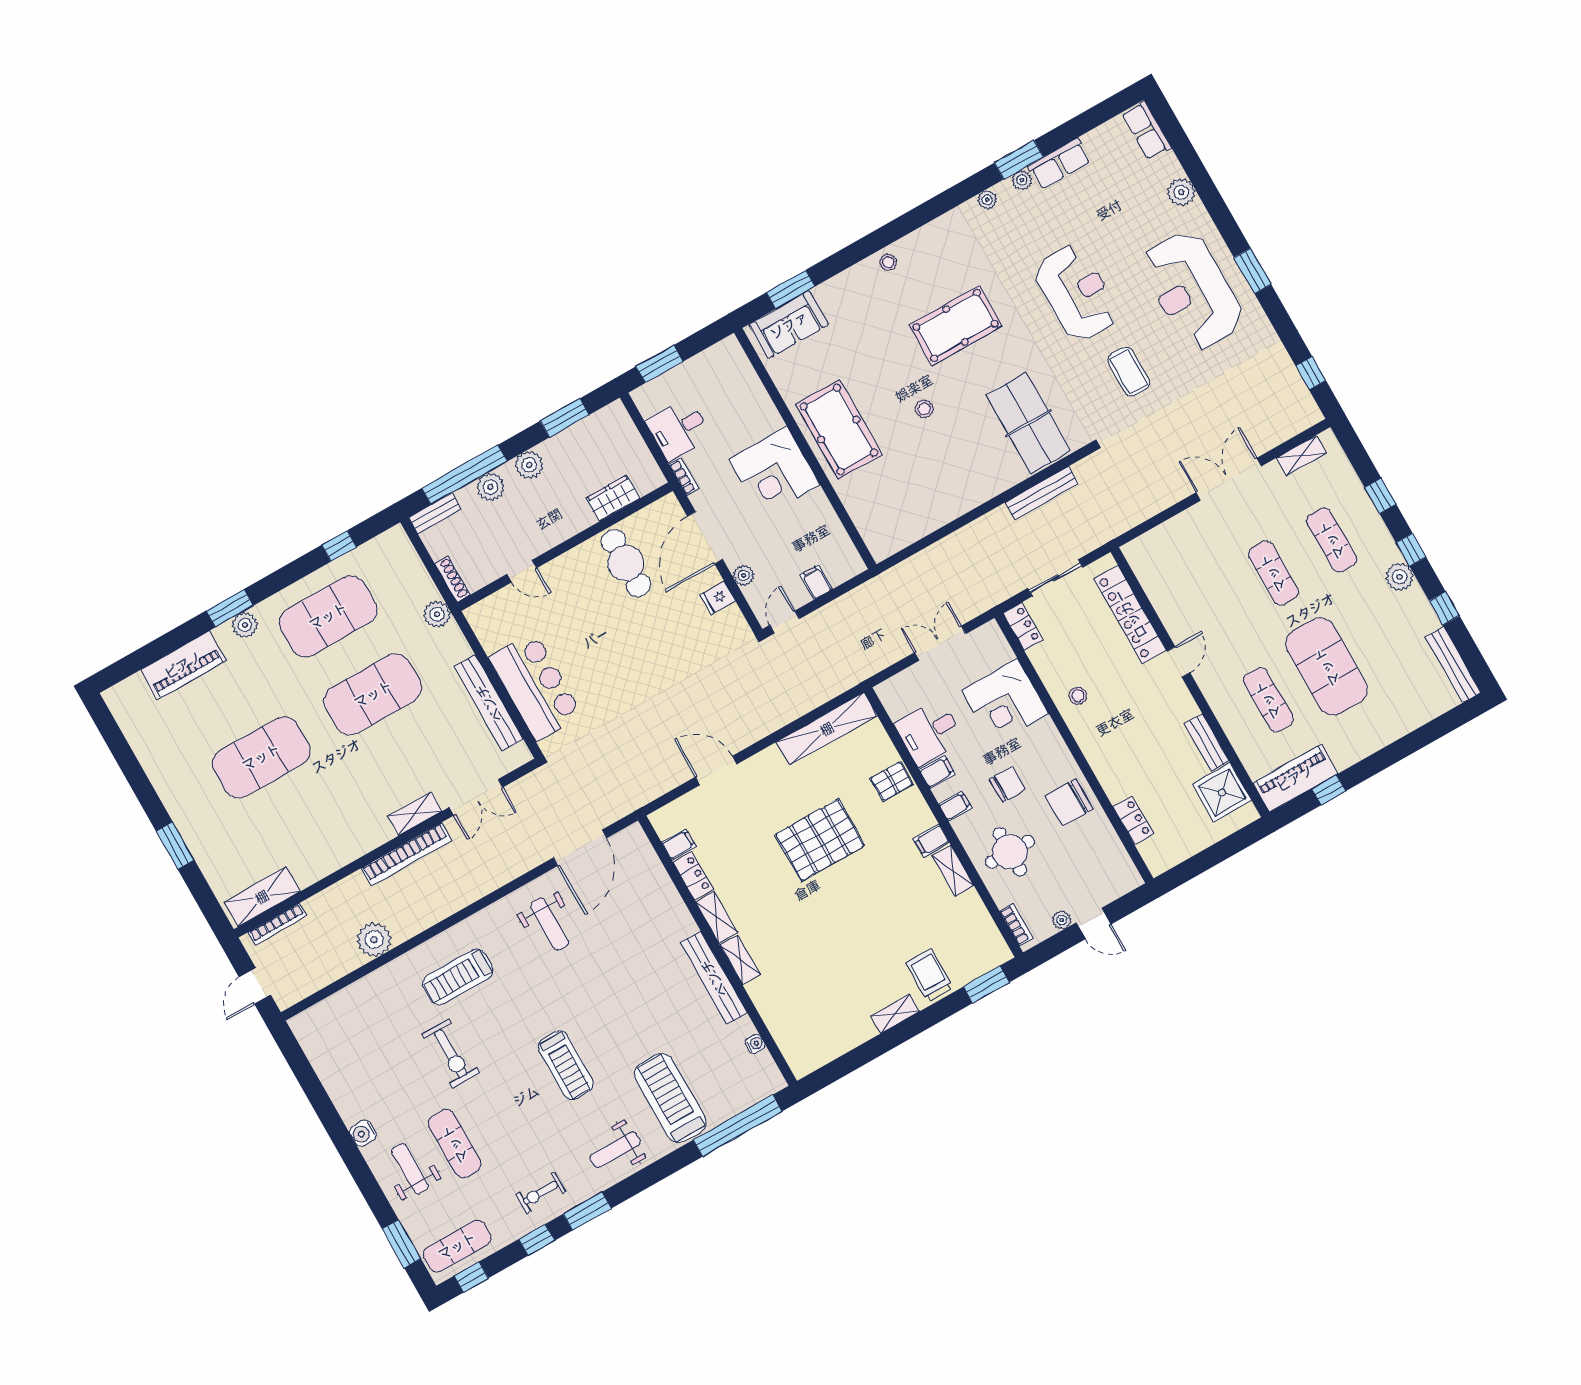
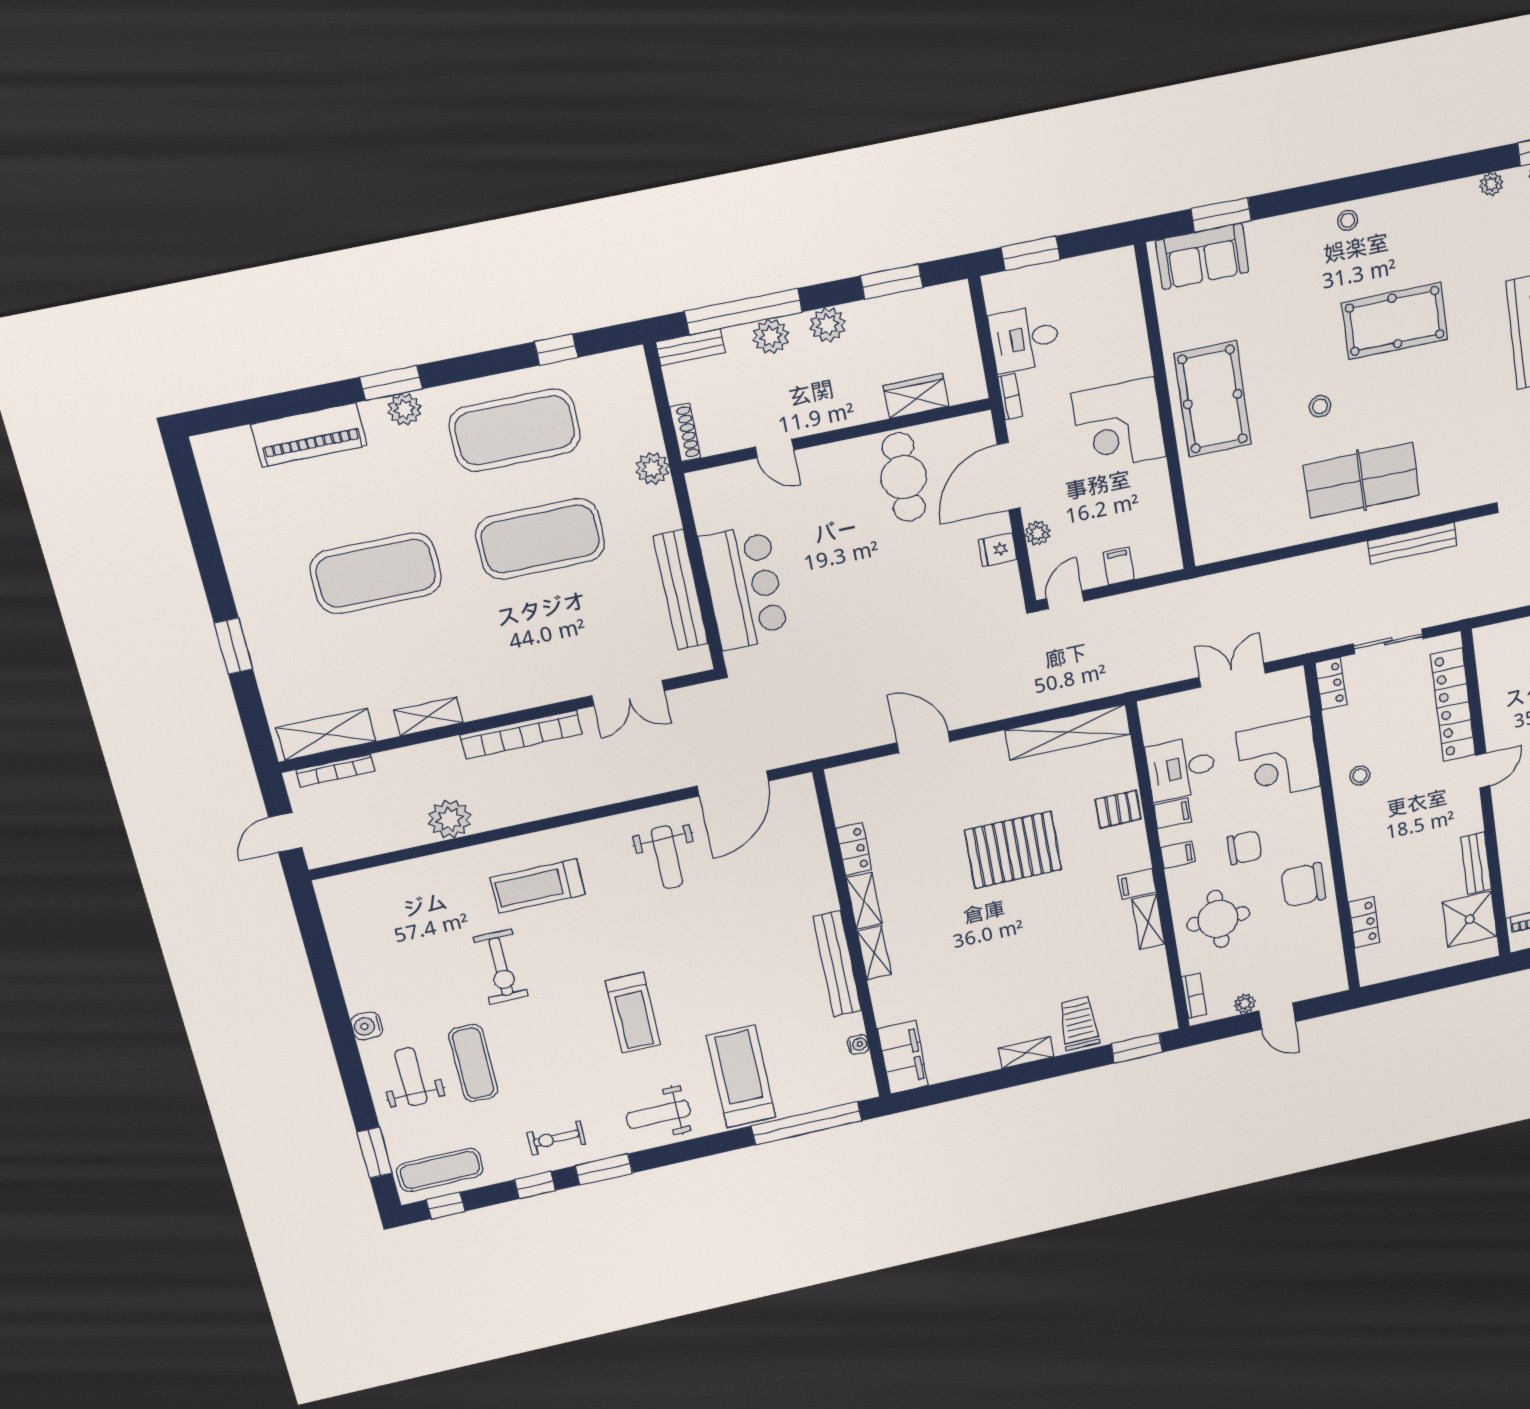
table tennis table: (1028, 423) -> (1361, 480), moved, turned 90
shelving: (415, 814) -> (428, 716), moved
filing cabinet: (679, 844) -> (903, 1057), moved, width x3.00, depth x1.17

